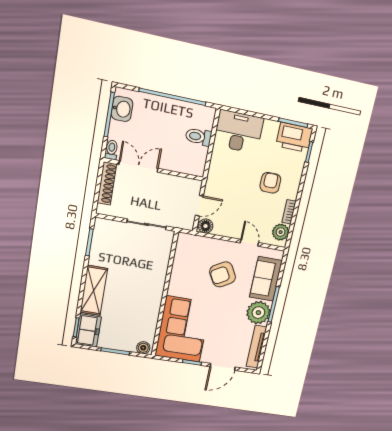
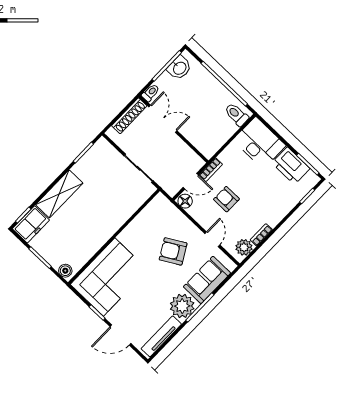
toilet: (199, 137) -> (236, 115), moved
printer: (294, 137) -> (291, 166), moved
armchair: (270, 183) -> (226, 199), moved, turned -90
bookcase: (210, 184) -> (211, 170), added

